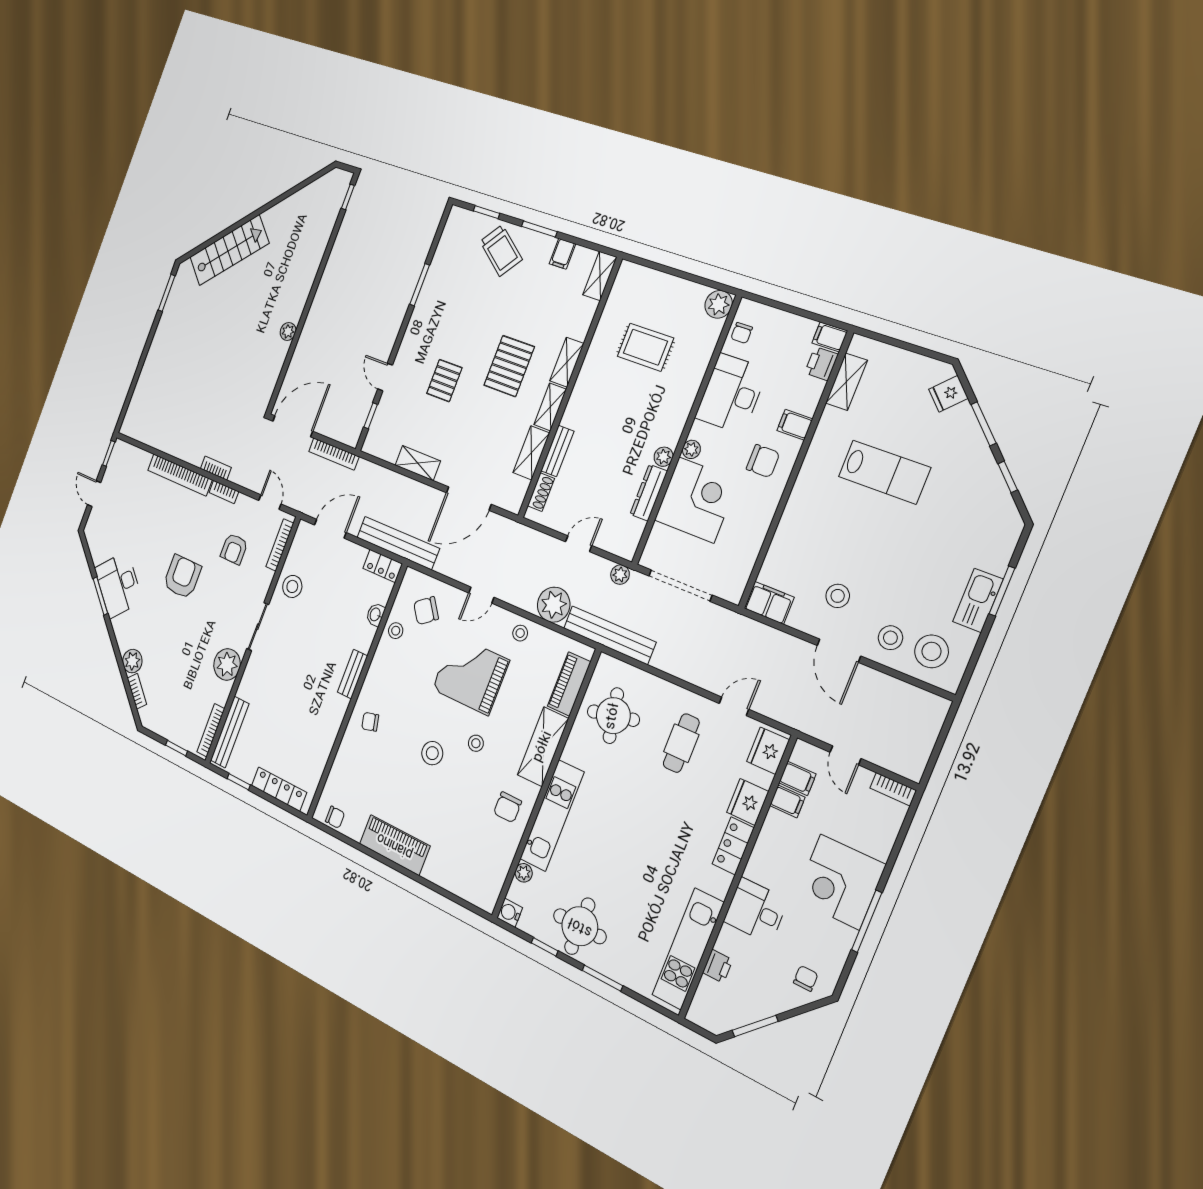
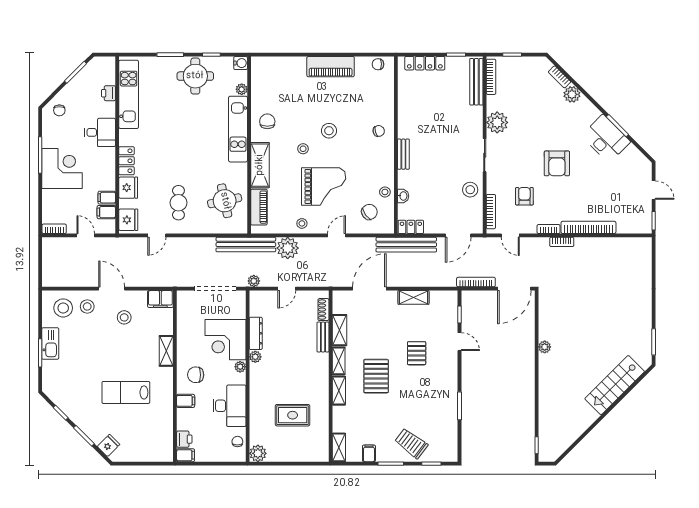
shelving: (846, 382) -> (166, 351), moved

